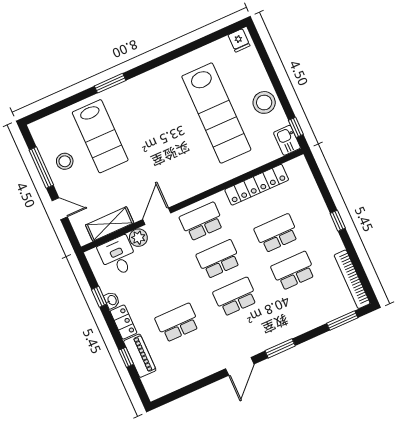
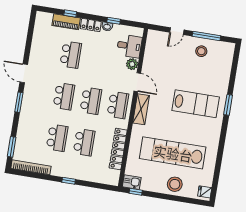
stool: (264, 102) -> (175, 184), moved
lab bench: (100, 136) -> (196, 104), moved, turned 180
shelving: (110, 224) -> (141, 109), moved

